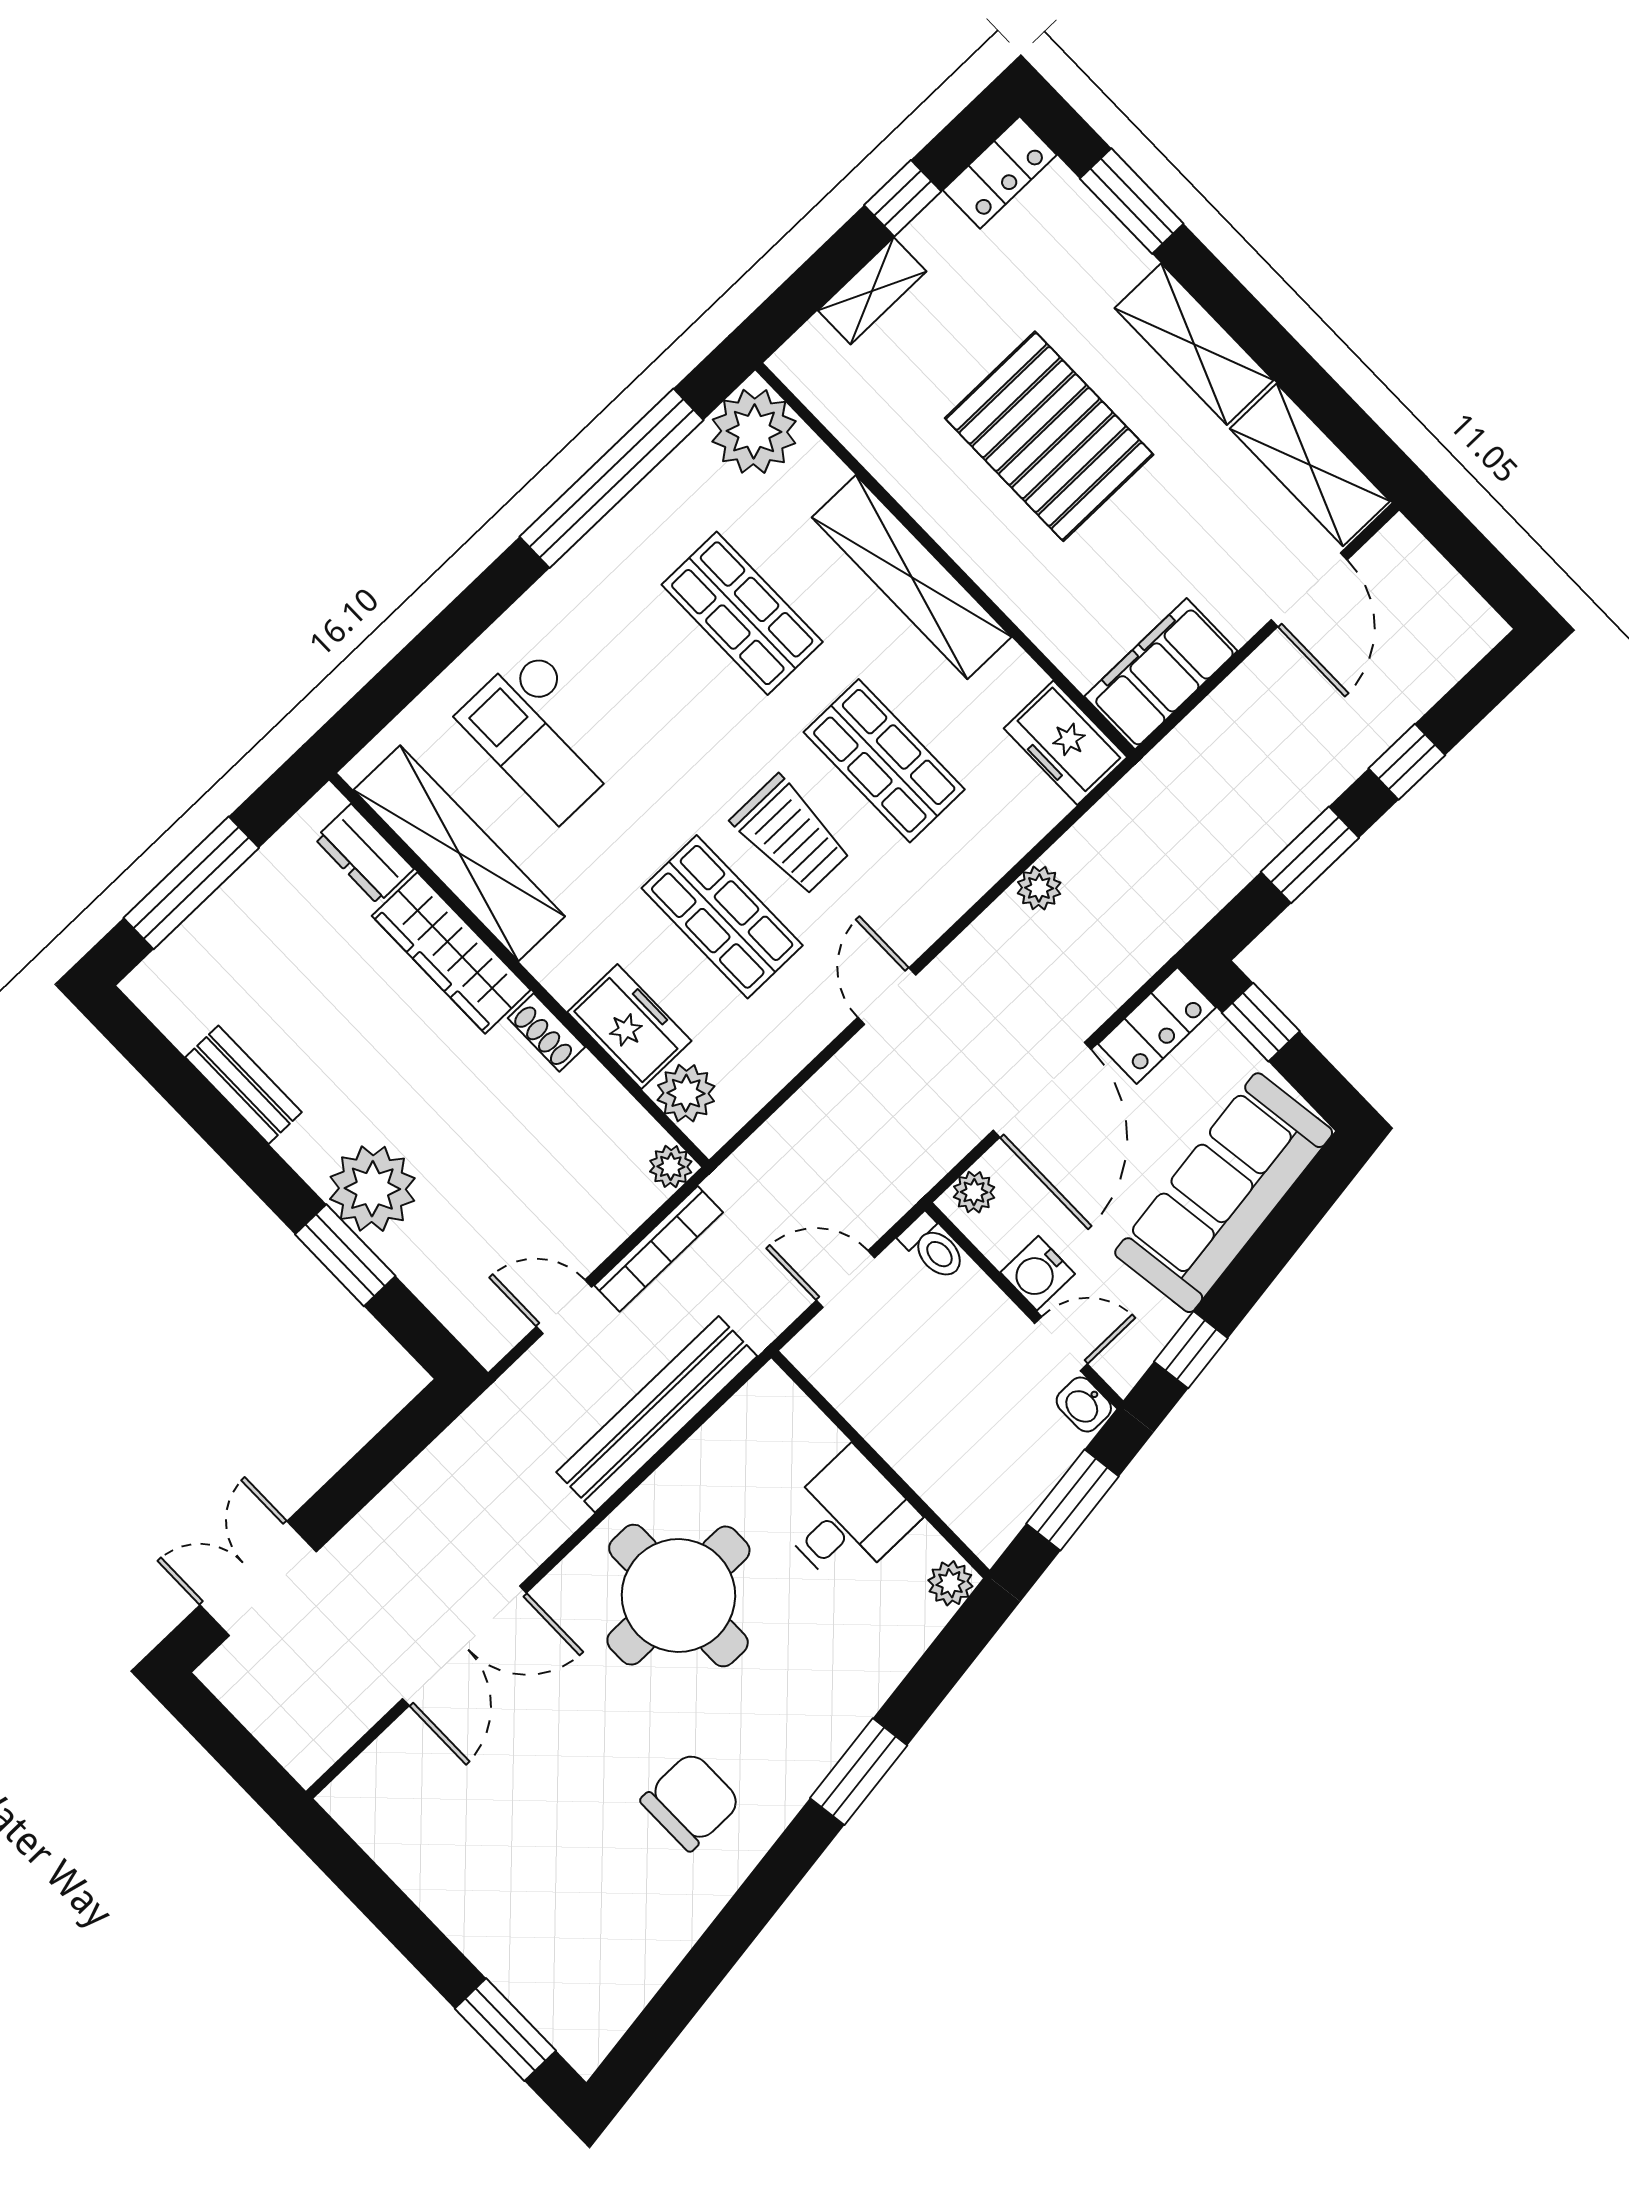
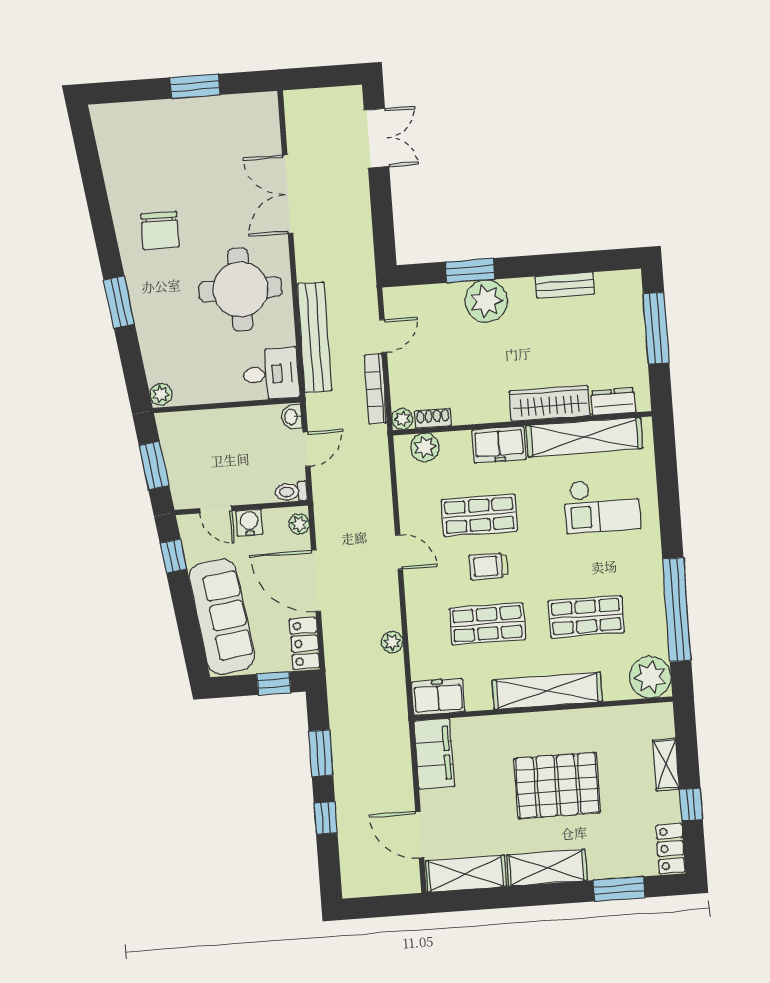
checkout: (545, 735) -> (602, 506), turned 180
trolley: (791, 835) -> (488, 566), width x0.73, depth x0.72
freezer: (629, 1027) -> (499, 445), moved
shoe rack: (547, 1033) -> (433, 418), moved
door: (1061, 1344) -> (216, 510), hinge flipped
washbasin: (1084, 1404) -> (292, 417), moved, turned -90
desk: (847, 1518) -> (271, 374), moved, turned -90
window: (505, 2030) -> (195, 86), moved

